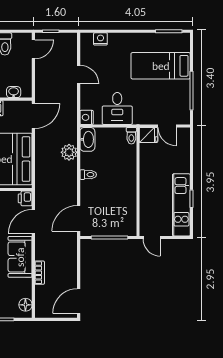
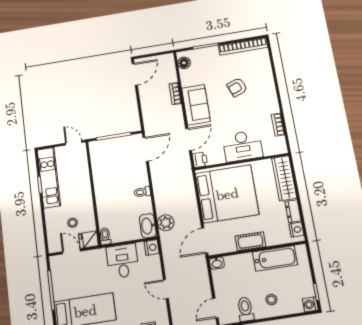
washbasin: (14, 92) -> (217, 263), moved
plant: (69, 152) -> (166, 223), moved
stool: (162, 155) -> (73, 223), added

